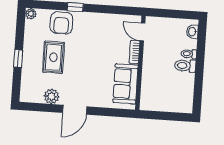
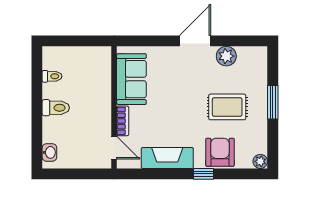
fireplace: (102, 21) -> (167, 158), added
toilet: (189, 54) -> (52, 76), moved
rug: (53, 57) -> (227, 107), turned 90
window: (18, 58) -> (273, 102), width x1.50

